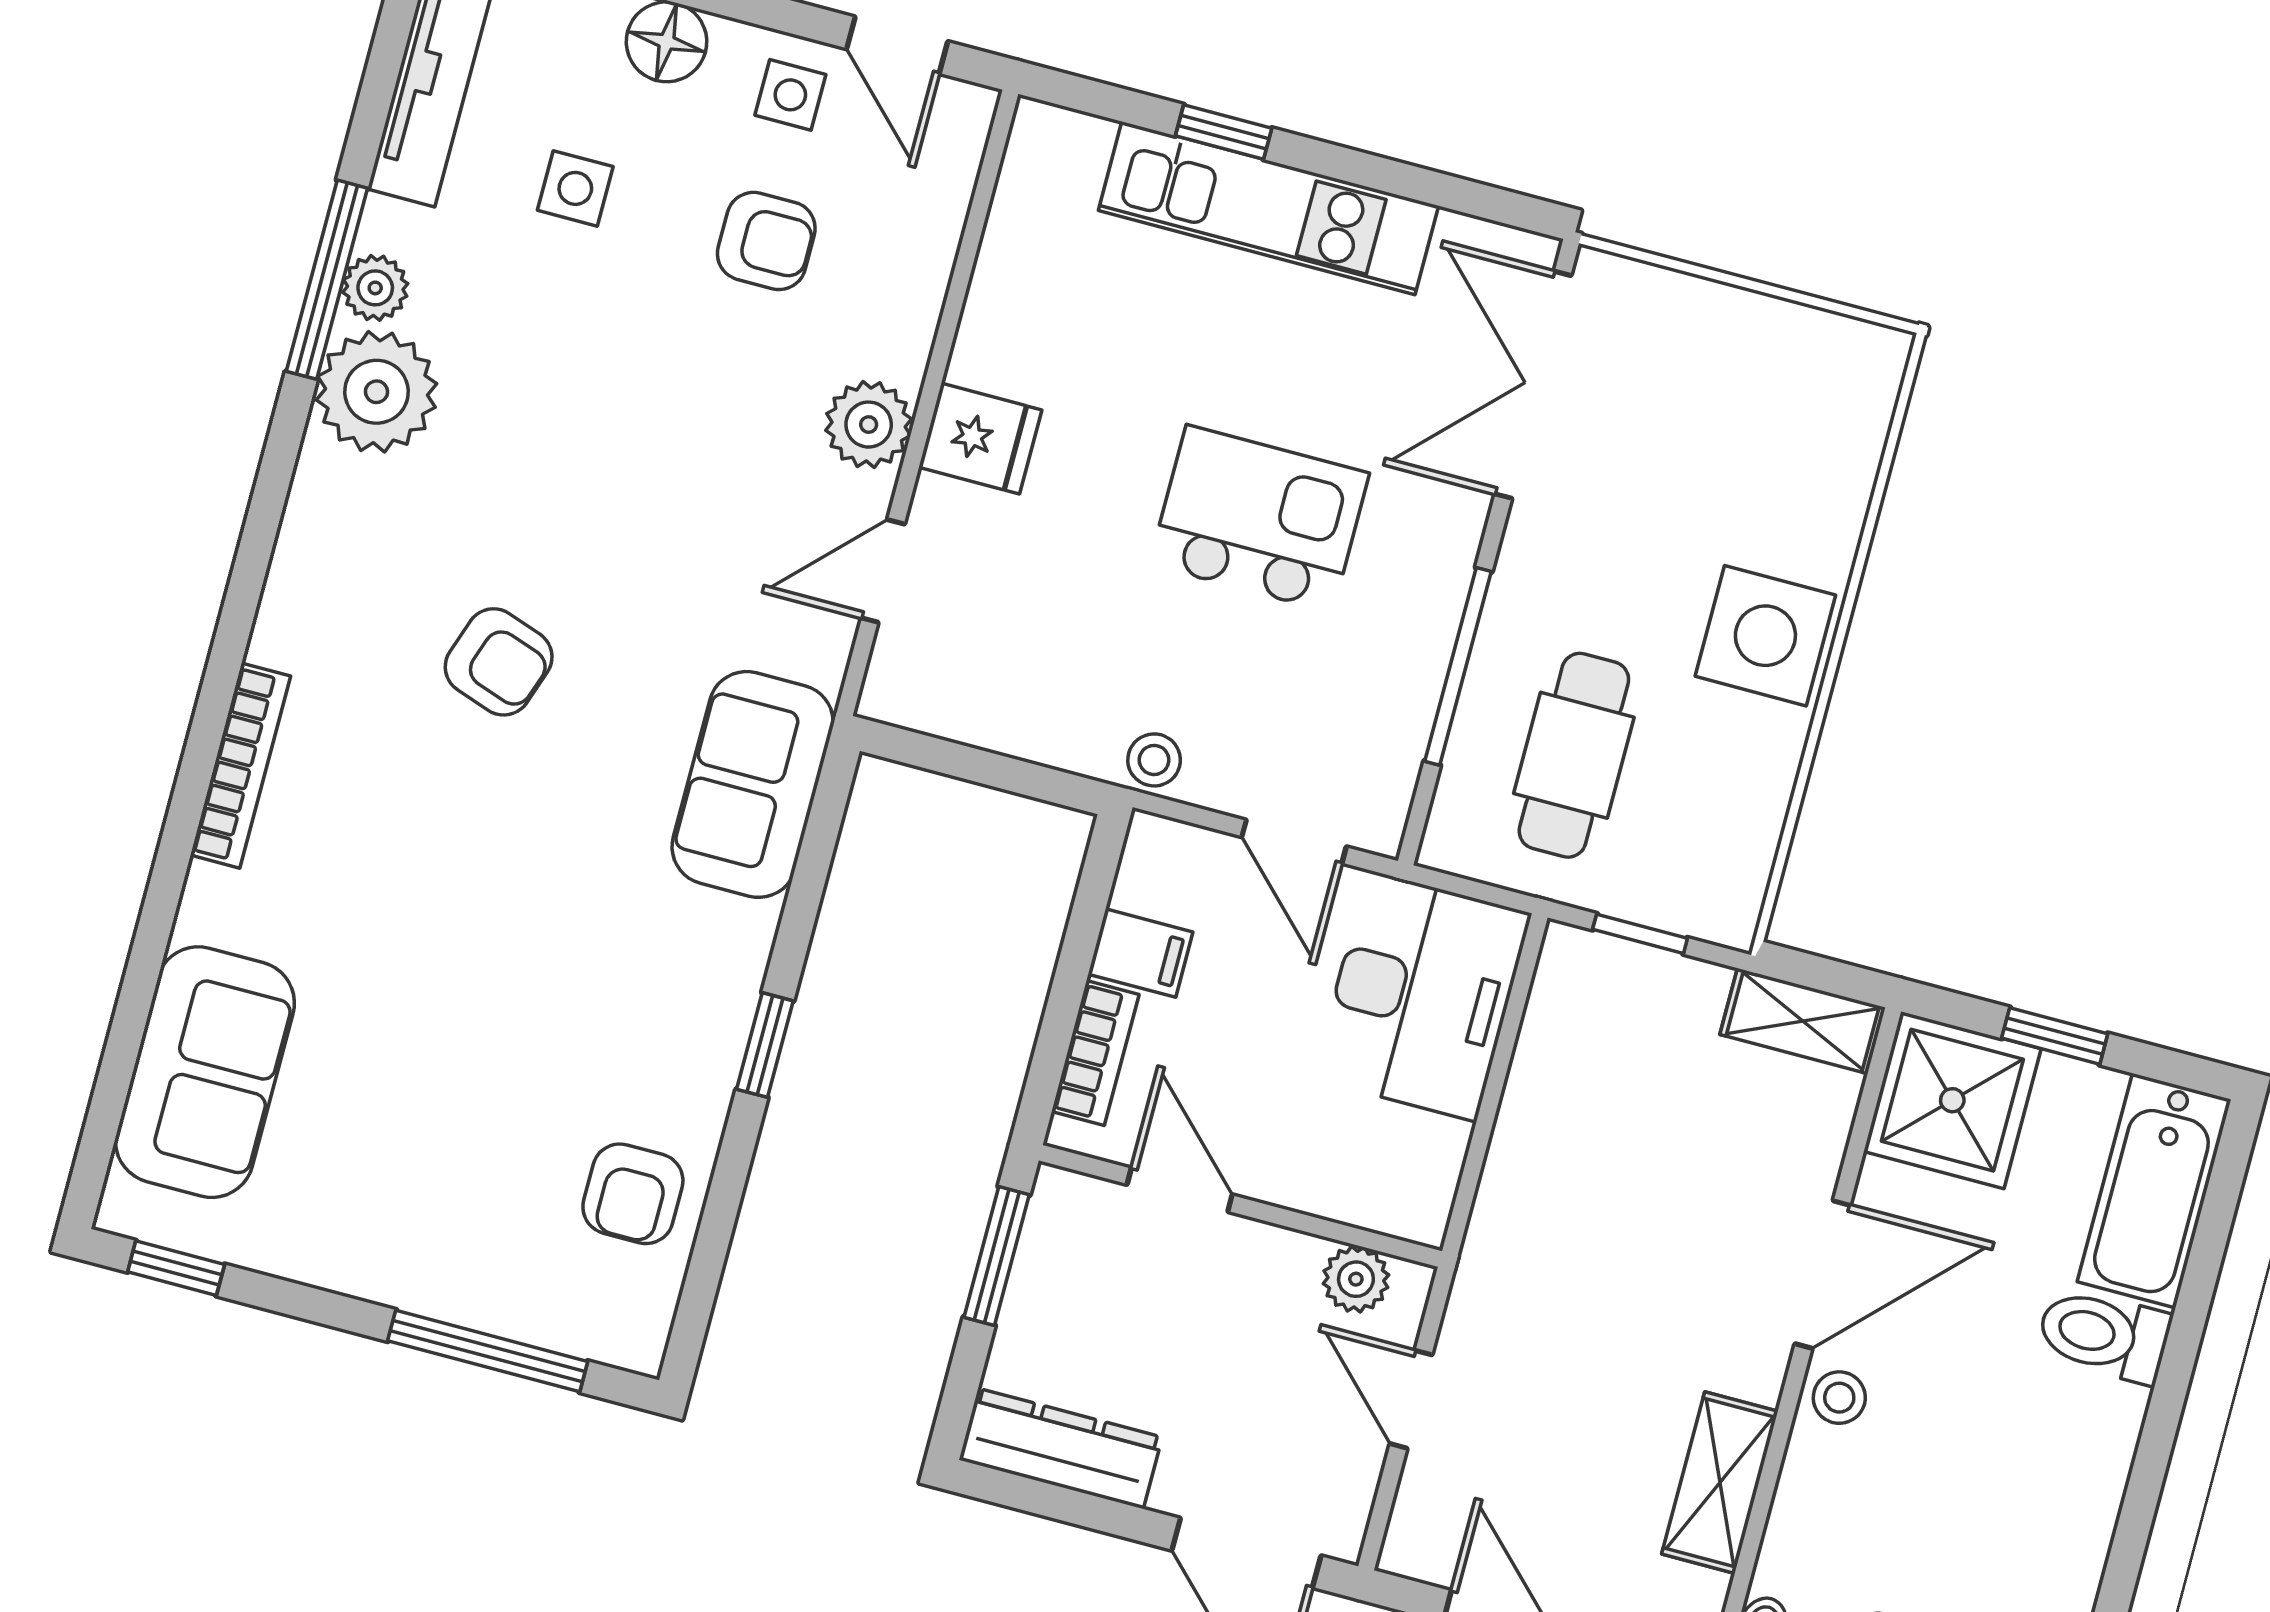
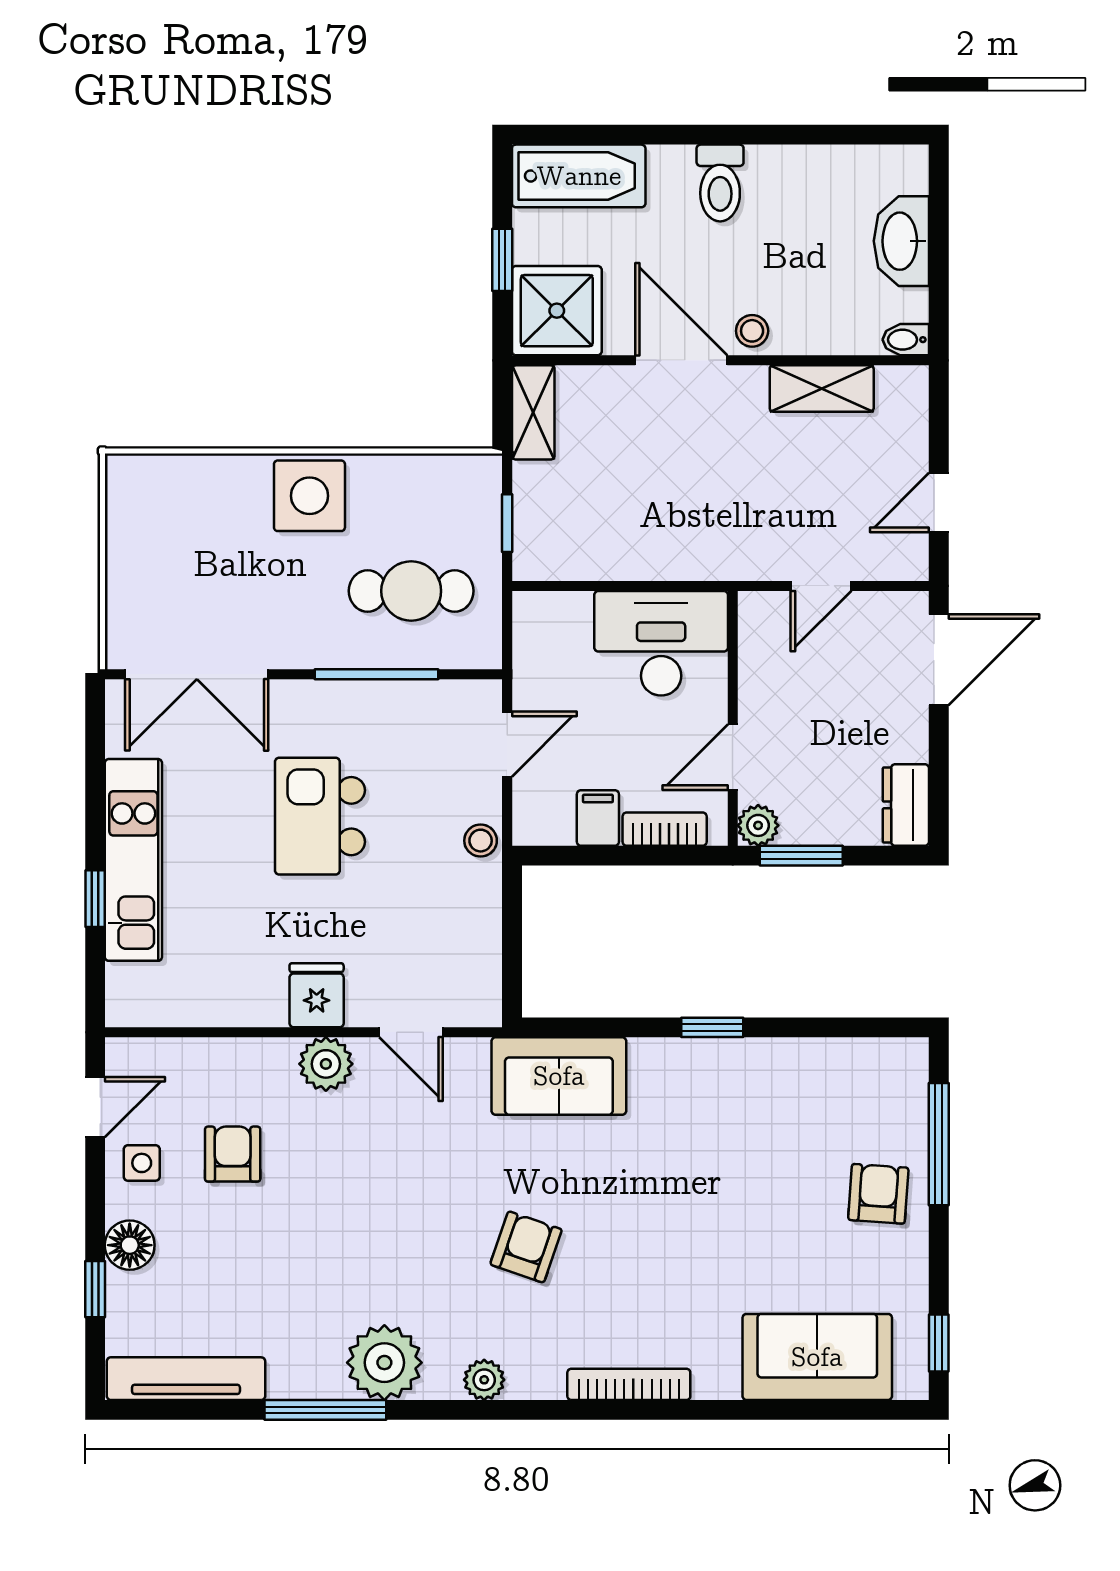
side table: (575, 188) -> (232, 1276), removed
plant: (375, 288) -> (484, 1380), moved
desk: (1422, 996) -> (661, 643), moved
armchair: (633, 1194) -> (878, 1194), moved, turned -86
plant: (1356, 1279) -> (758, 825), moved
toilet: (2104, 1335) -> (720, 183), moved
dresser: (1061, 1448) -> (906, 805), width x0.70

